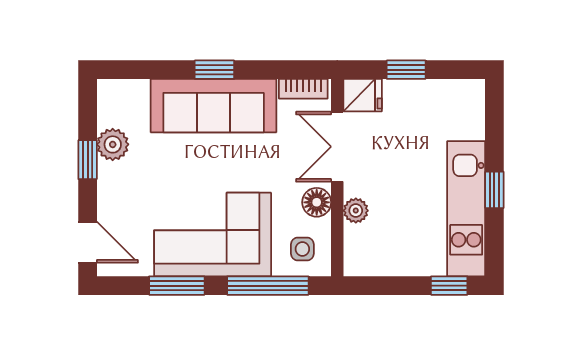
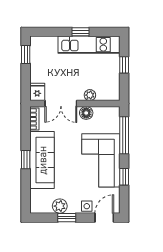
window: (406, 70) -> (26, 54), moved
side table: (302, 249) -> (87, 206), moved
window: (177, 286) -> (124, 177), width x0.67
window: (449, 286) -> (124, 65), moved

